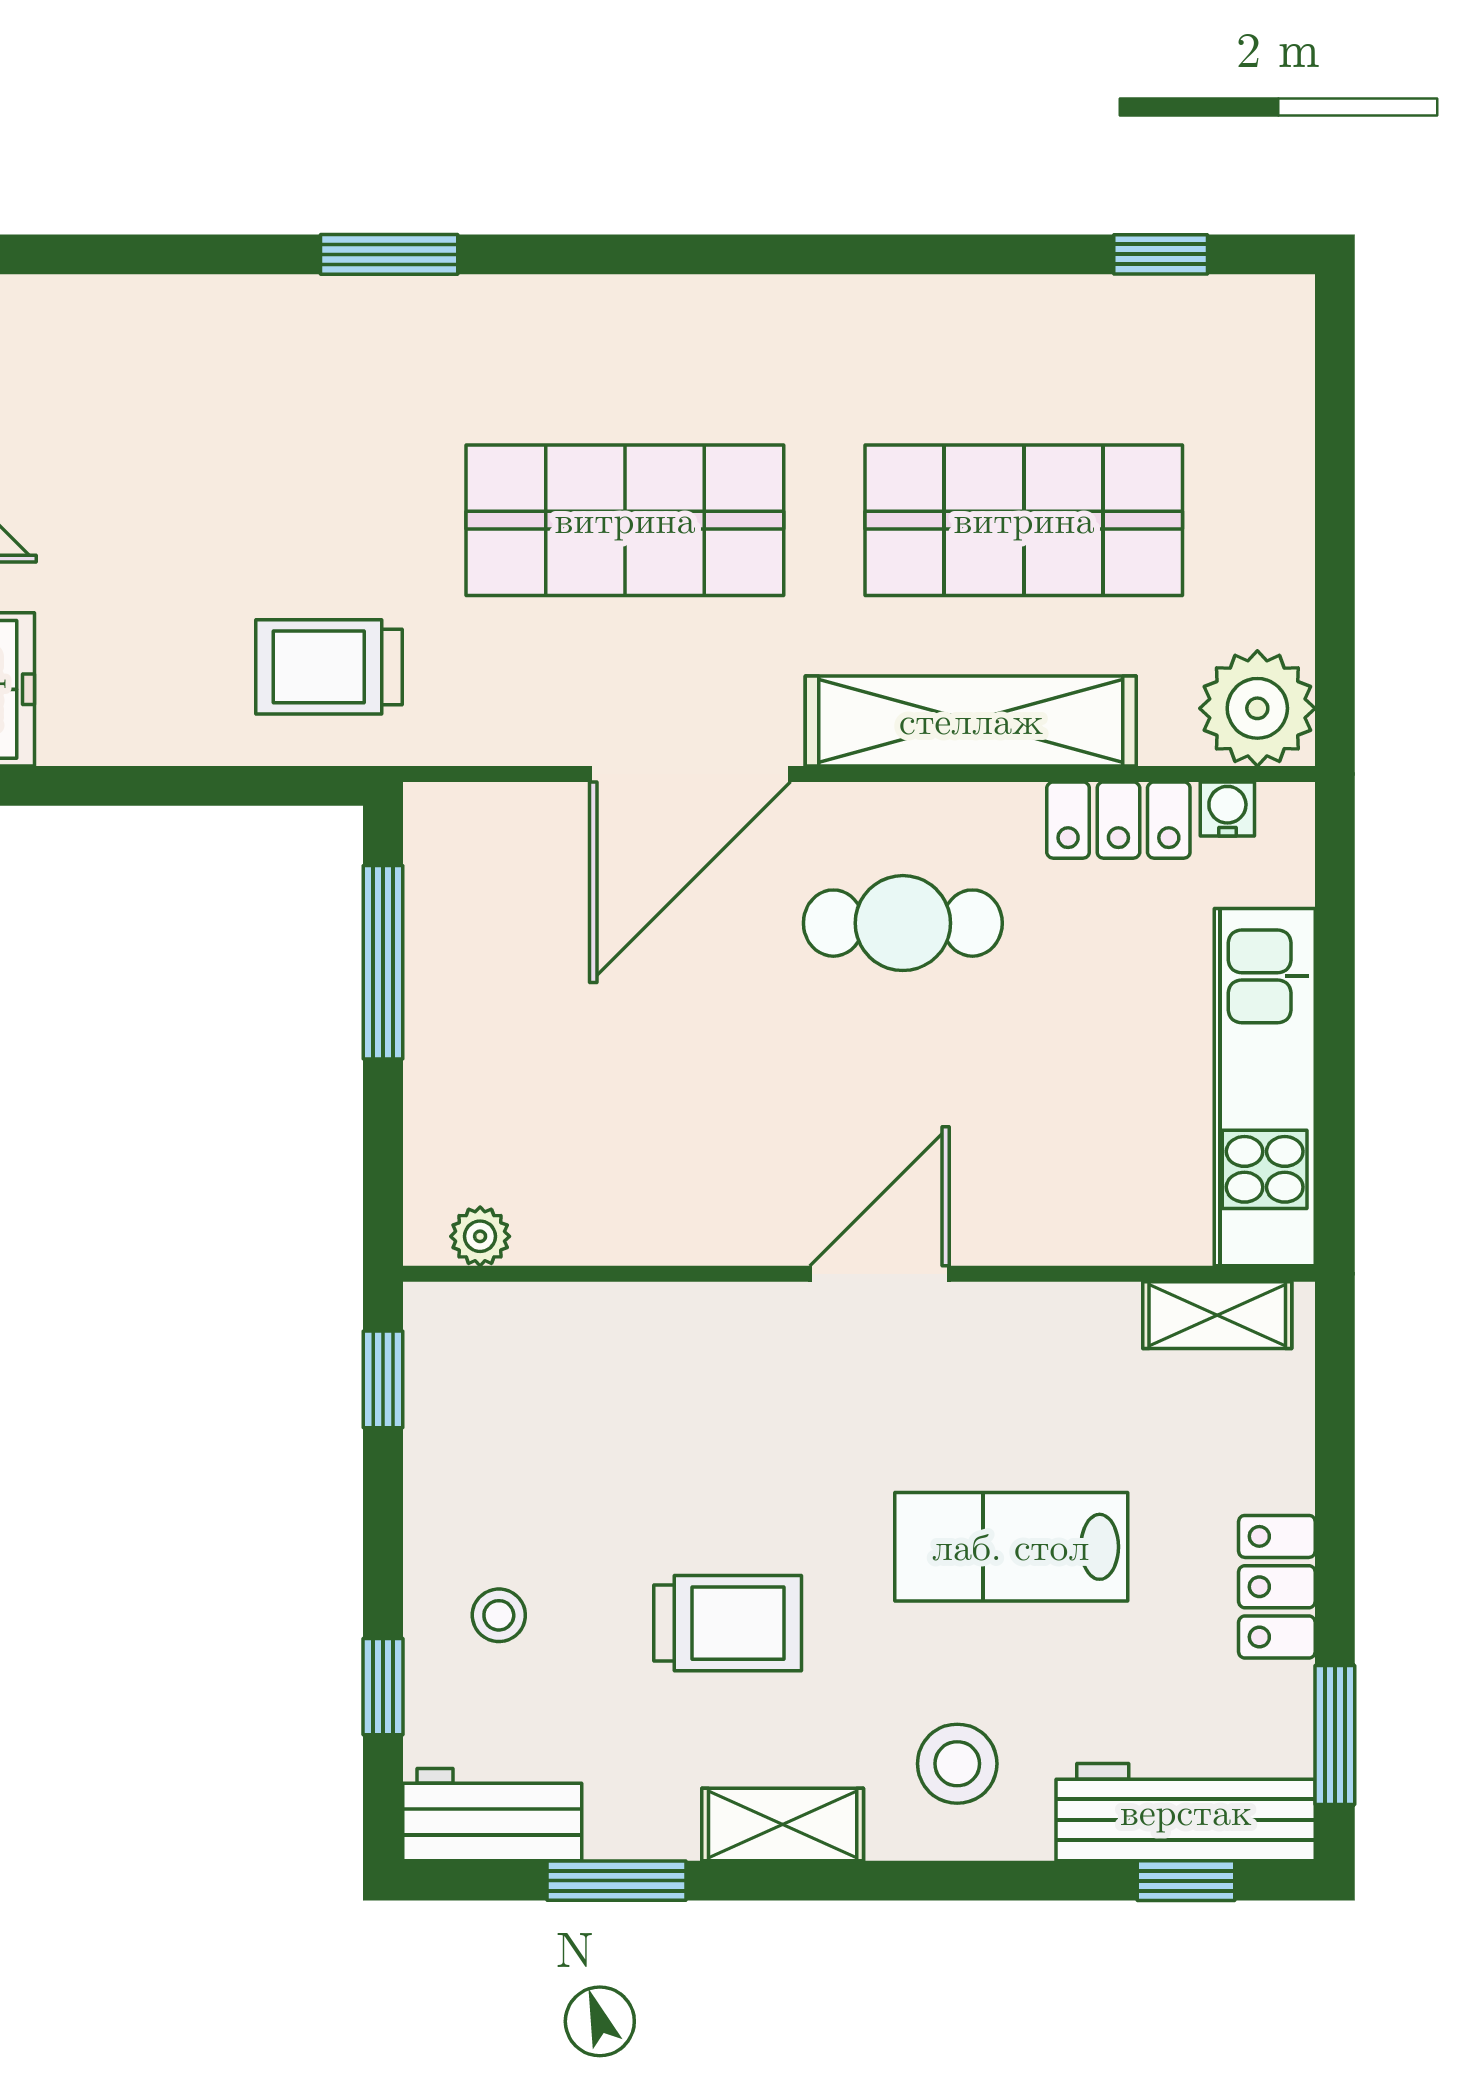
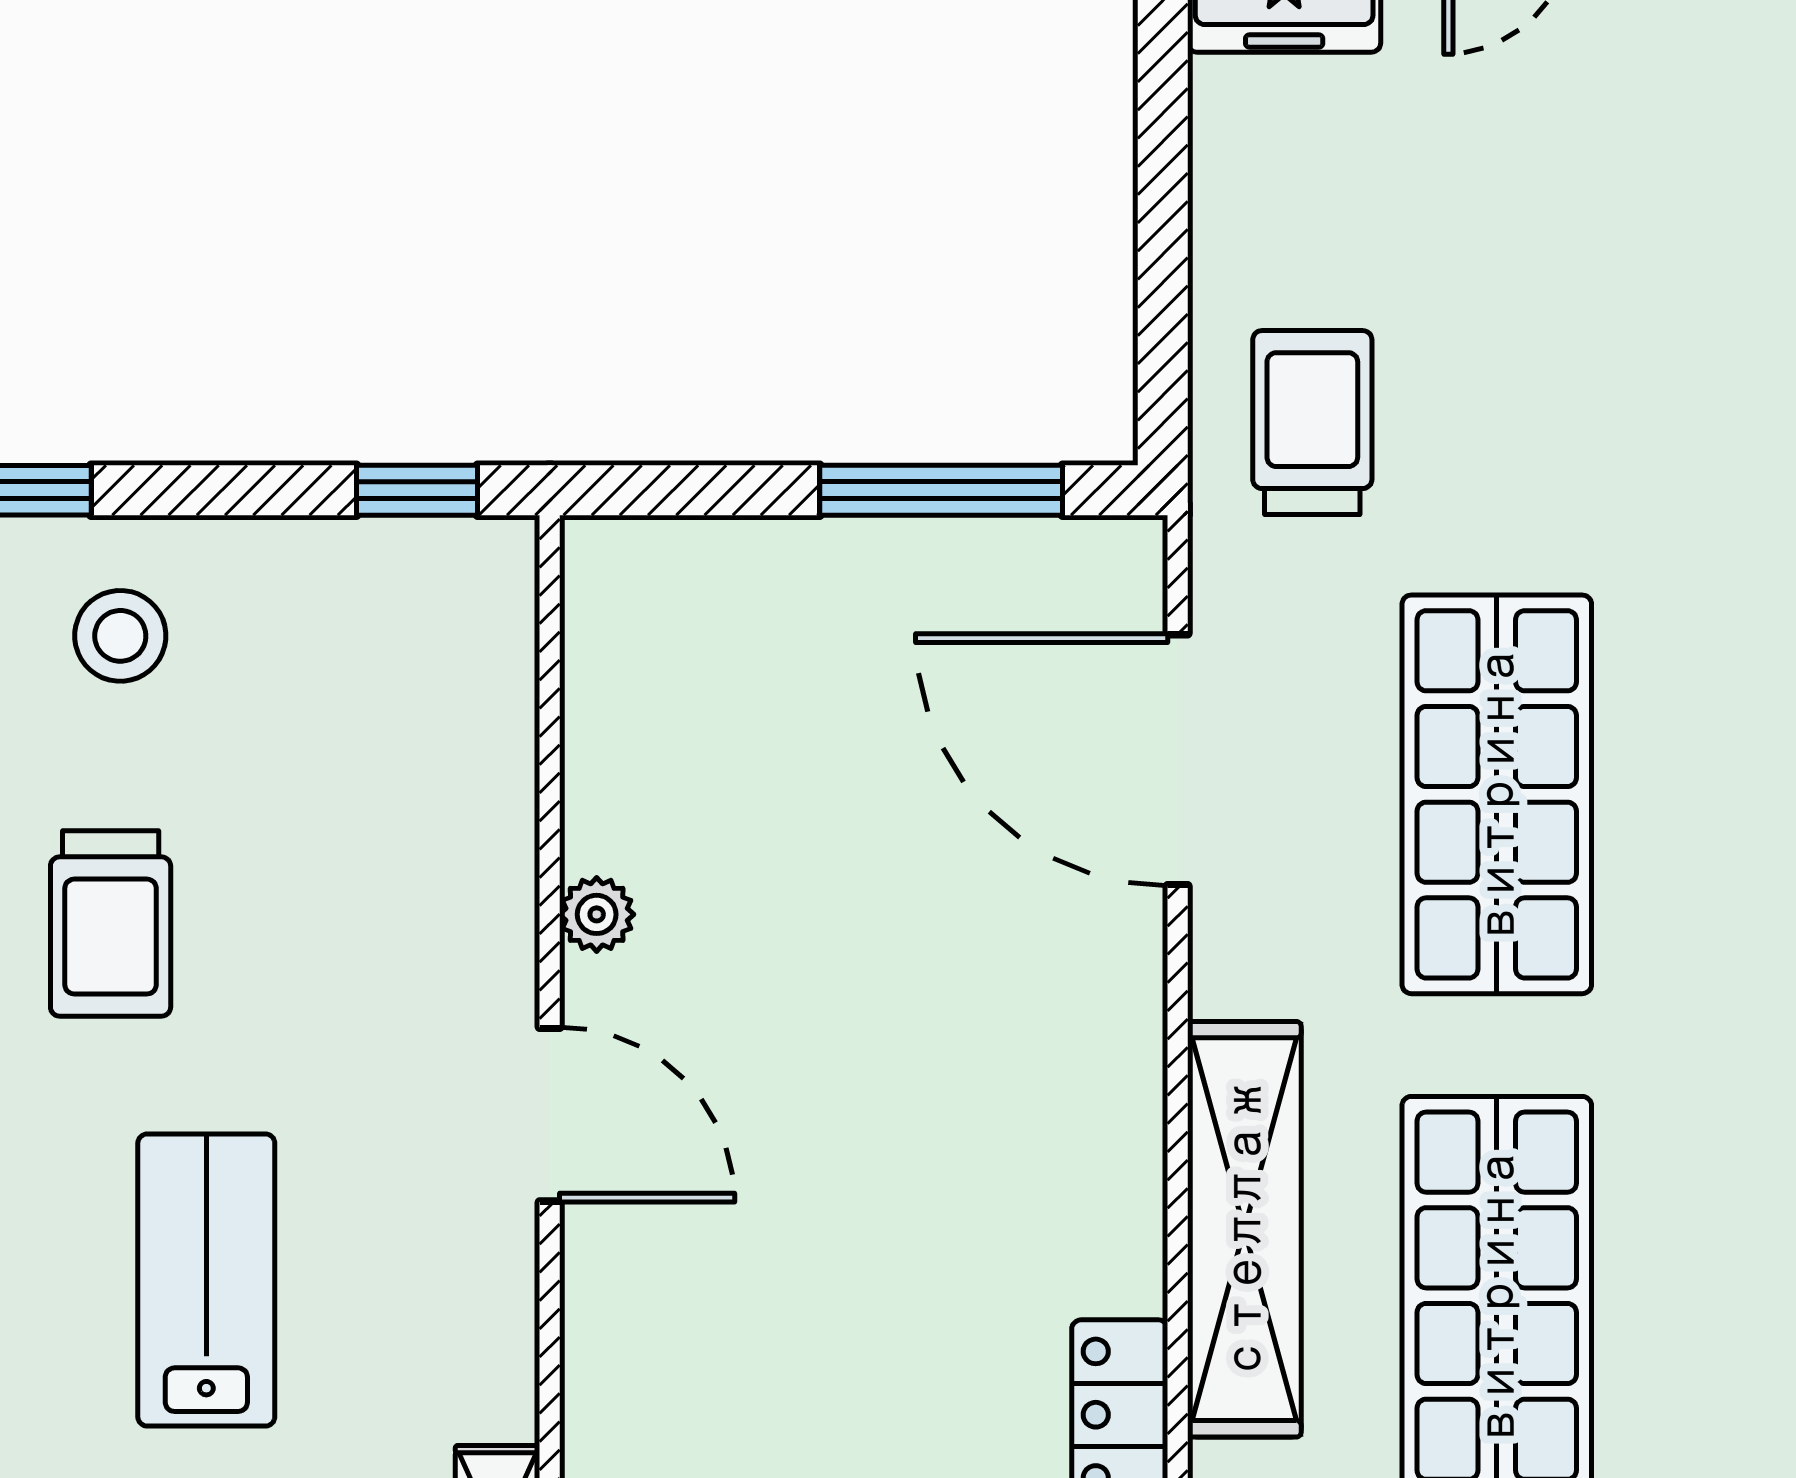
door: (690, 774) -> (1178, 760), moved
cafe table: (903, 923) -> (990, 1144), removed
plant: (480, 1236) -> (597, 914), moved
stool: (499, 1615) -> (120, 636), width x1.37, depth x1.37

